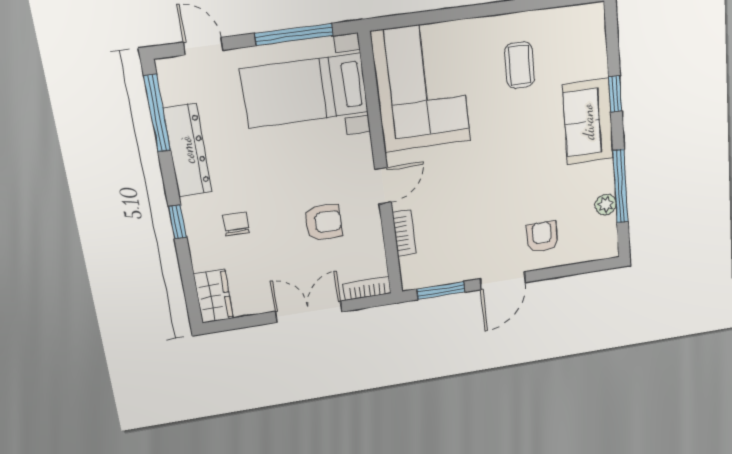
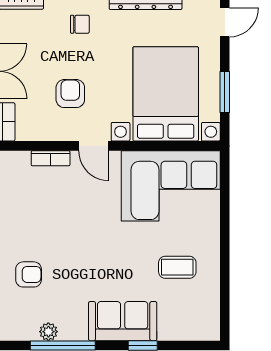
window: (294, 35) -> (225, 92), width x0.69
bed with nightstands: (305, 91) -> (166, 94), width x1.36
armchair: (323, 222) -> (70, 94), turned 180

